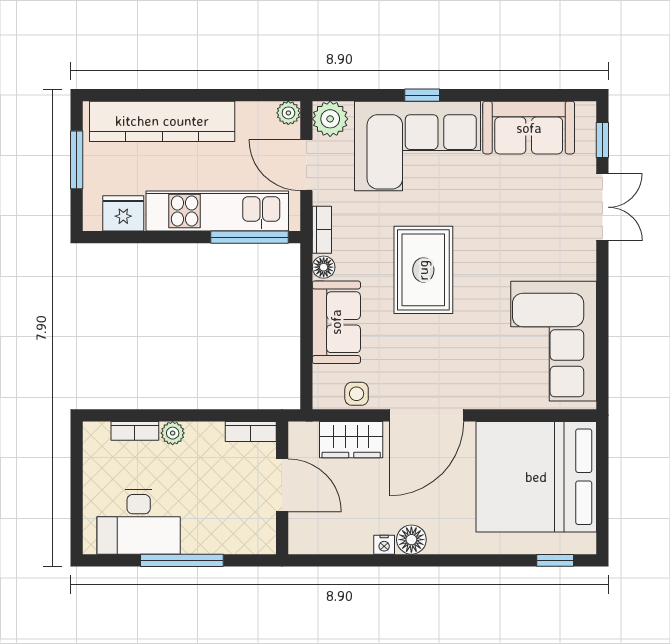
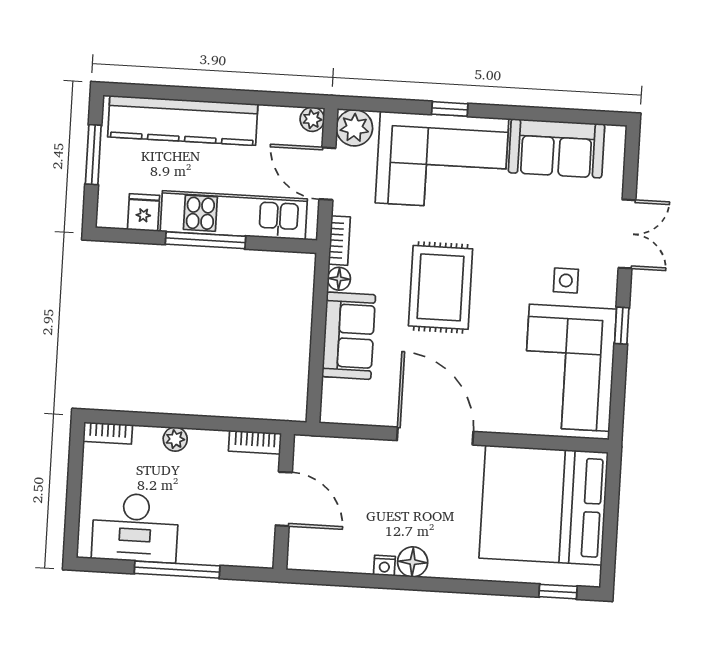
window: (602, 140) -> (622, 326), moved
fridge: (123, 213) -> (143, 212), width x0.72
window: (249, 237) -> (205, 240), moved
side table: (357, 394) -> (566, 280), moved
door: (426, 415) -> (435, 436), swing flipped
bookcase: (135, 431) -> (108, 433), moved
wardrobe: (351, 440) -> (357, 456), removed

